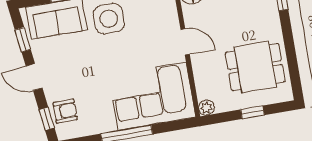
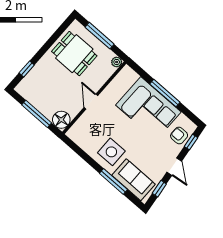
corner sofa: (152, 96) -> (148, 108), moved
window: (252, 112) -> (99, 36), width x2.17

